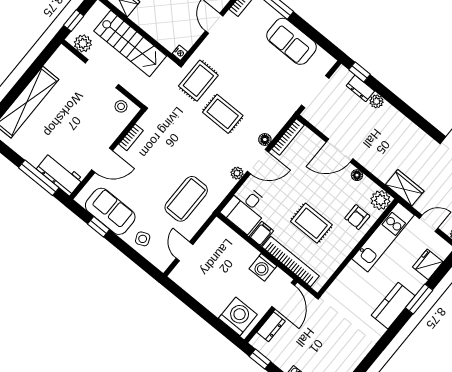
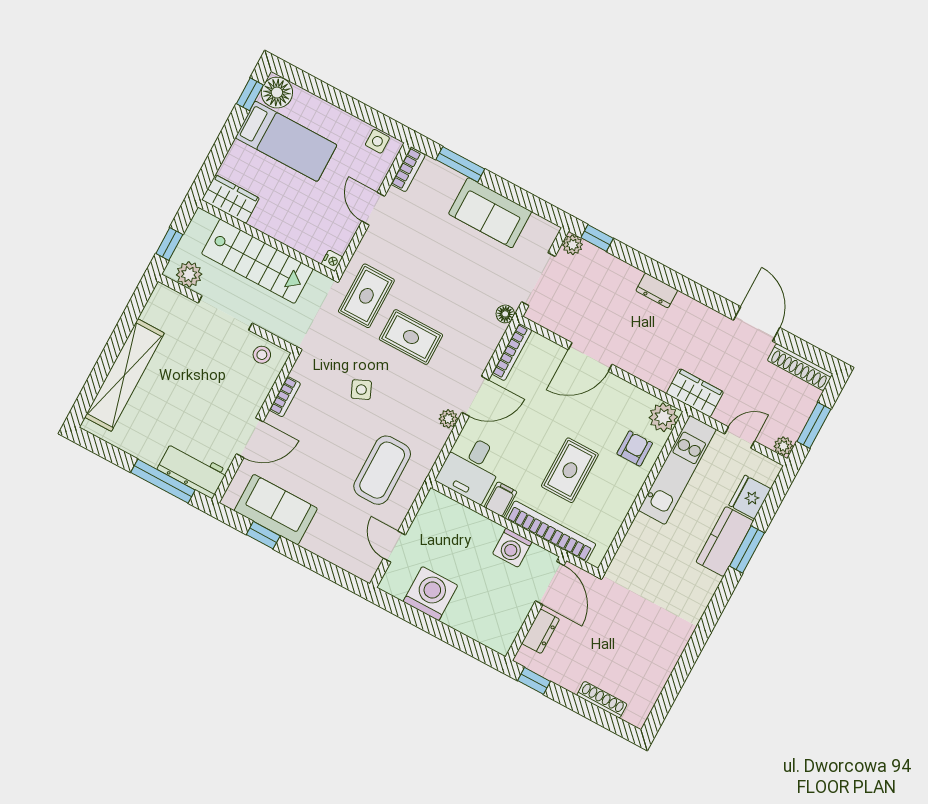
dresser: (360, 88) -> (657, 290), moved
plant: (377, 101) -> (573, 245), moved
floor lamp: (265, 139) -> (505, 314), moved
floor lamp: (357, 175) -> (622, 388), removed
armchair: (357, 217) -> (635, 448), turned 180
rug: (311, 223) -> (570, 470), turned 90
side table: (143, 239) -> (361, 390), moved
kitchen counter: (393, 306) -> (725, 542), moved
washing machine: (238, 316) -> (430, 594), moved

